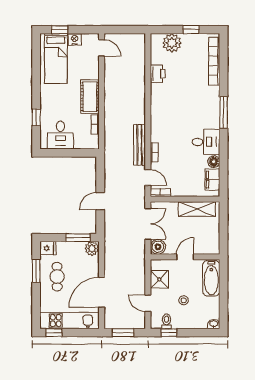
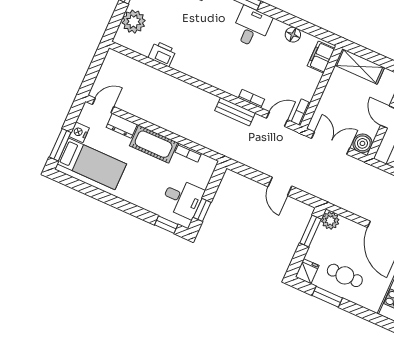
window: (59, 30) -> (60, 145), width x1.50
dresser: (93, 68) -> (122, 126), added
window: (36, 117) -> (166, 225), moved
desk: (206, 142) -> (251, 27), moved
bench: (140, 145) -> (235, 112), width x0.73
window: (58, 153) -> (202, 210), added
filing cabinet: (213, 180) -> (321, 57), moved, turned 90
shelving: (197, 209) -> (360, 66), moved, turned 90

